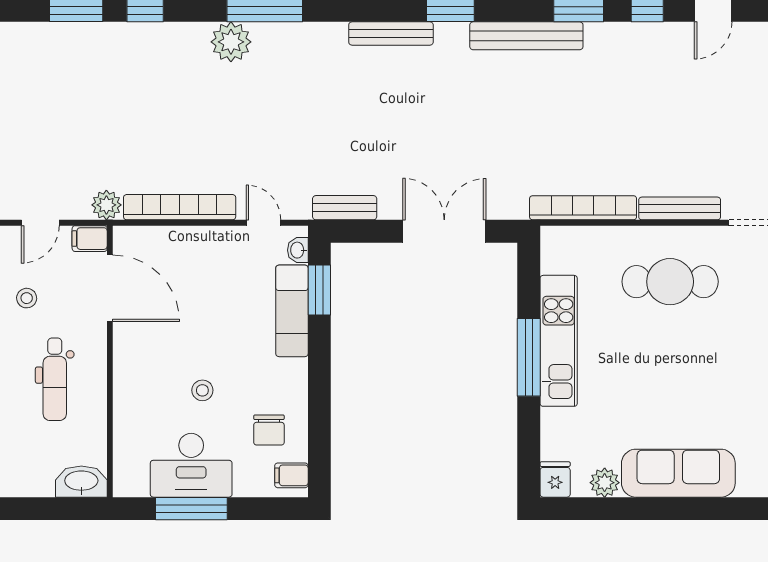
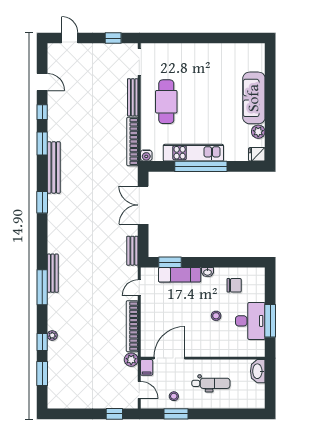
bench: (391, 33) -> (53, 273), moved
plant: (231, 42) -> (52, 335), moved, width x0.53, depth x0.53
water cooler: (553, 238) -> (146, 155), added
washbasin: (298, 250) -> (208, 272), moved
window: (529, 357) -> (201, 166), width x1.46
filing cabinet: (291, 475) -> (255, 275), removed

